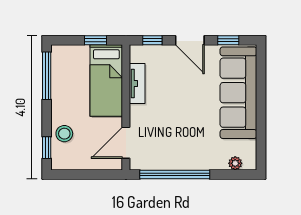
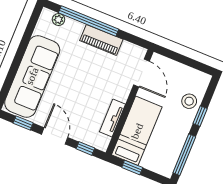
door: (126, 143) -> (142, 73), hinge flipped
window: (47, 148) -> (200, 116), moved
piano: (182, 160) -> (101, 40), added
window: (175, 174) -> (89, 21), moved

